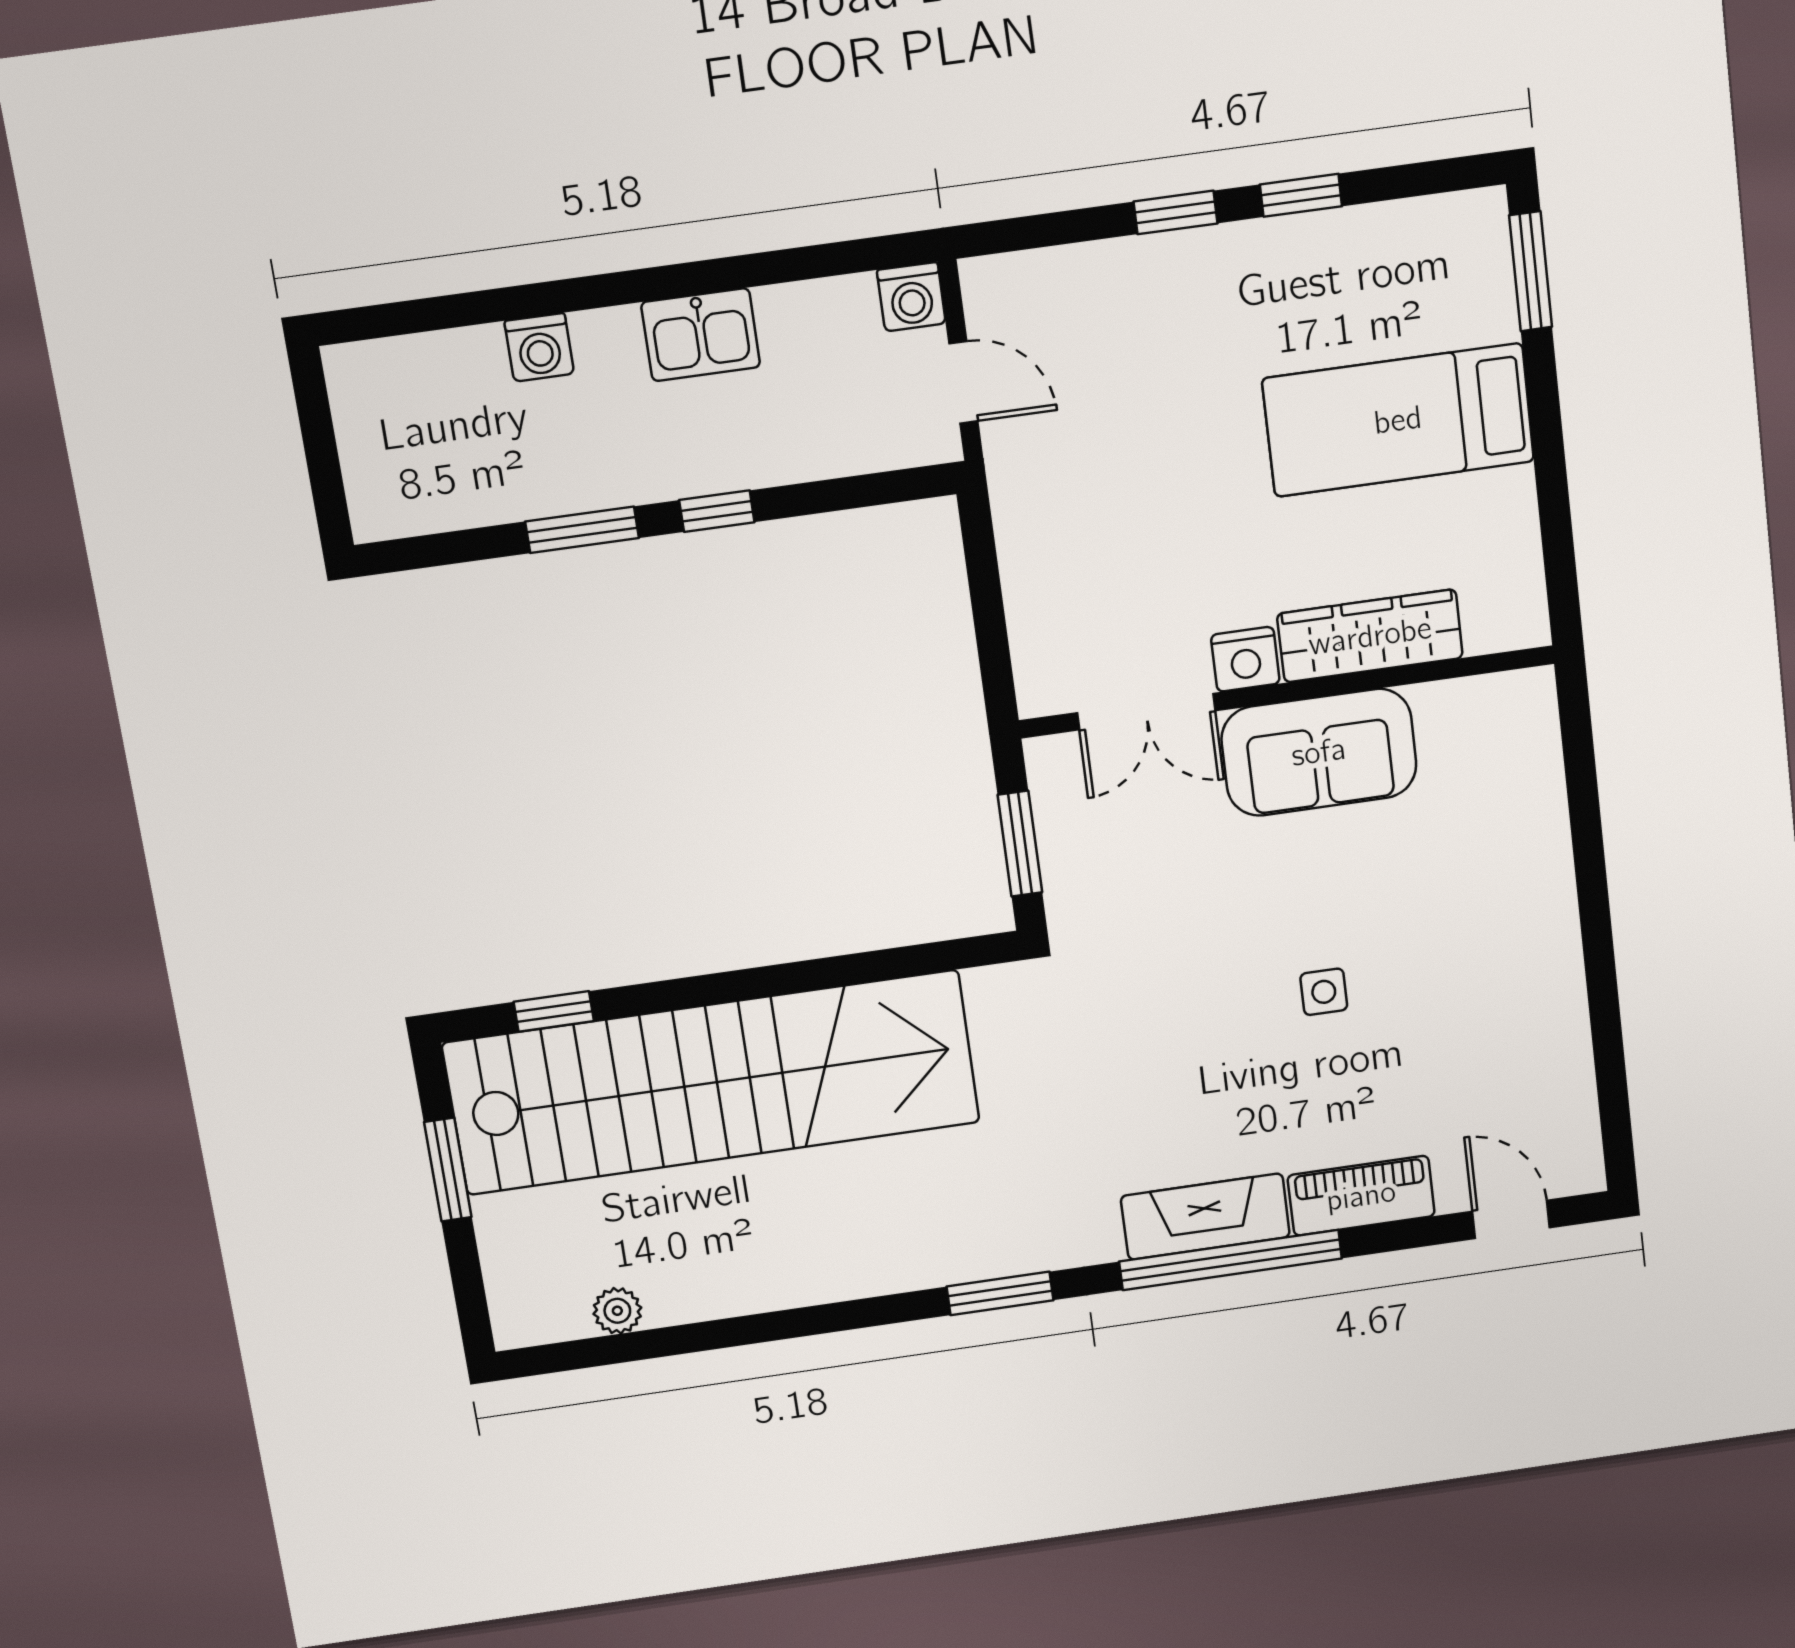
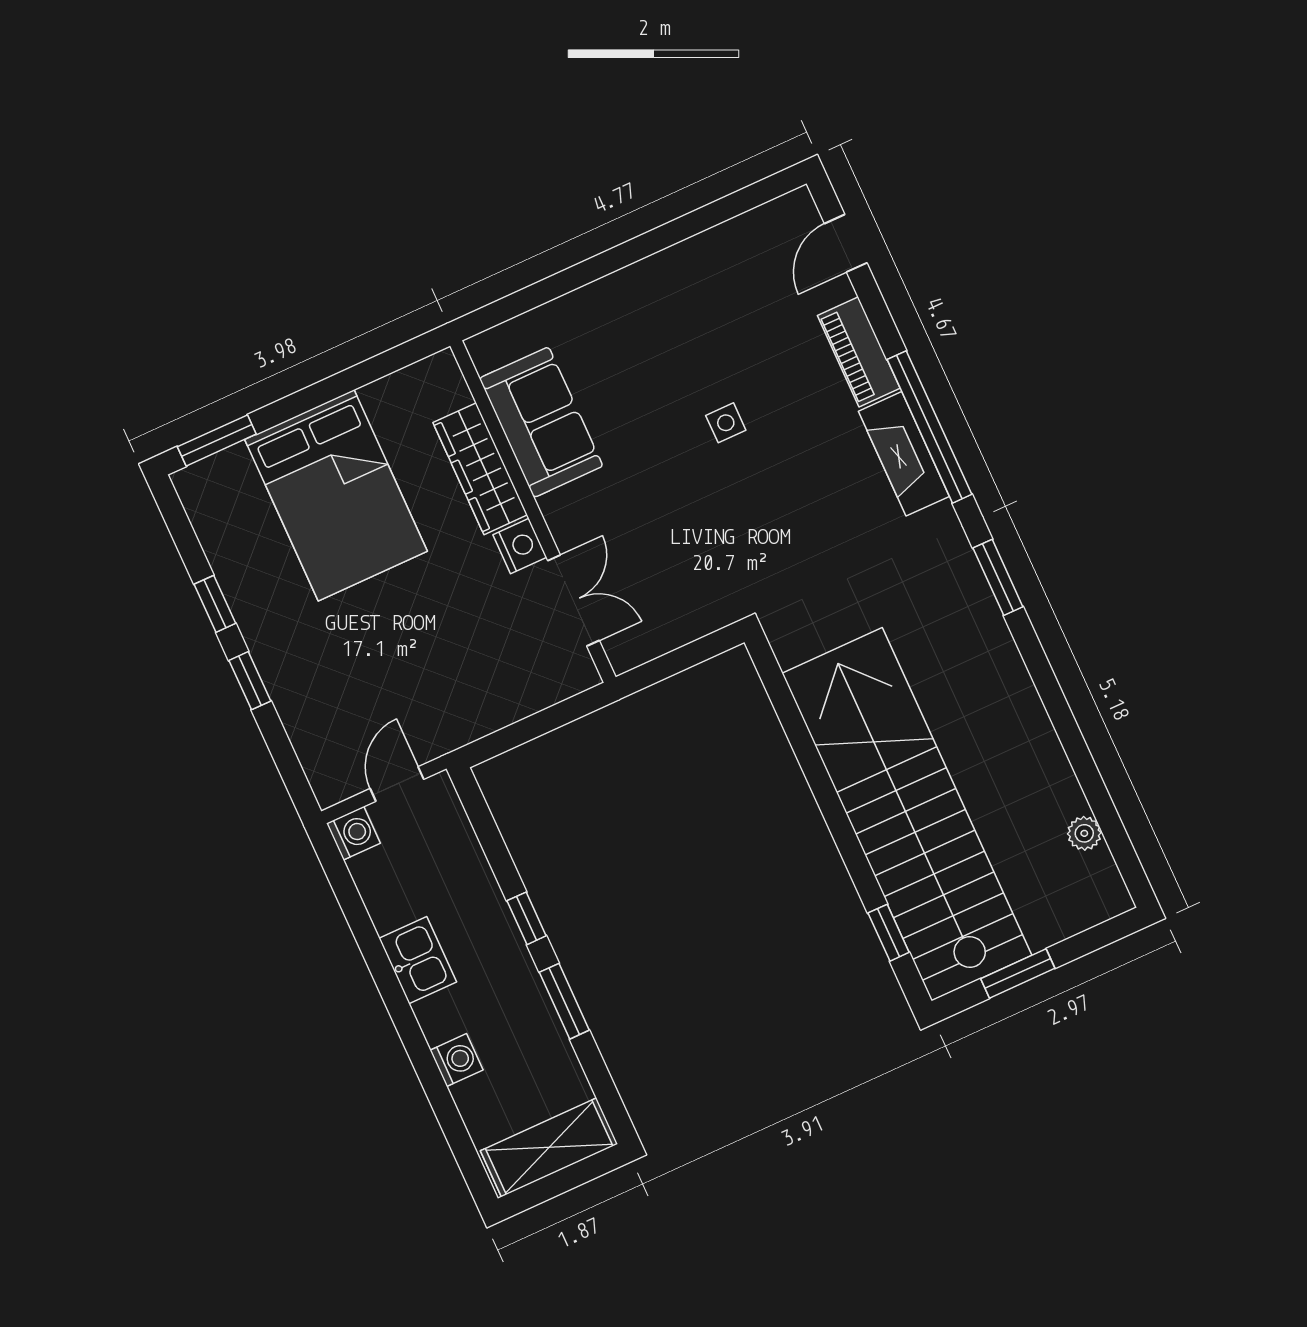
bed: (1398, 420) -> (336, 495), width x1.50
shelving: (375, 444) -> (549, 1147), added
sofa: (1319, 752) -> (541, 422), moved
window: (1020, 844) -> (685, 657), removed

